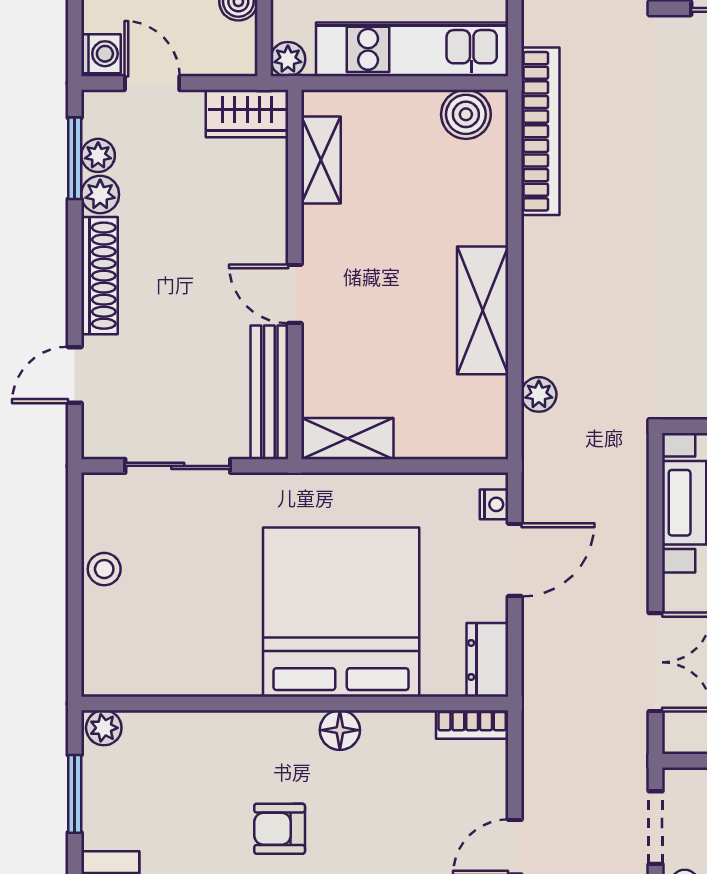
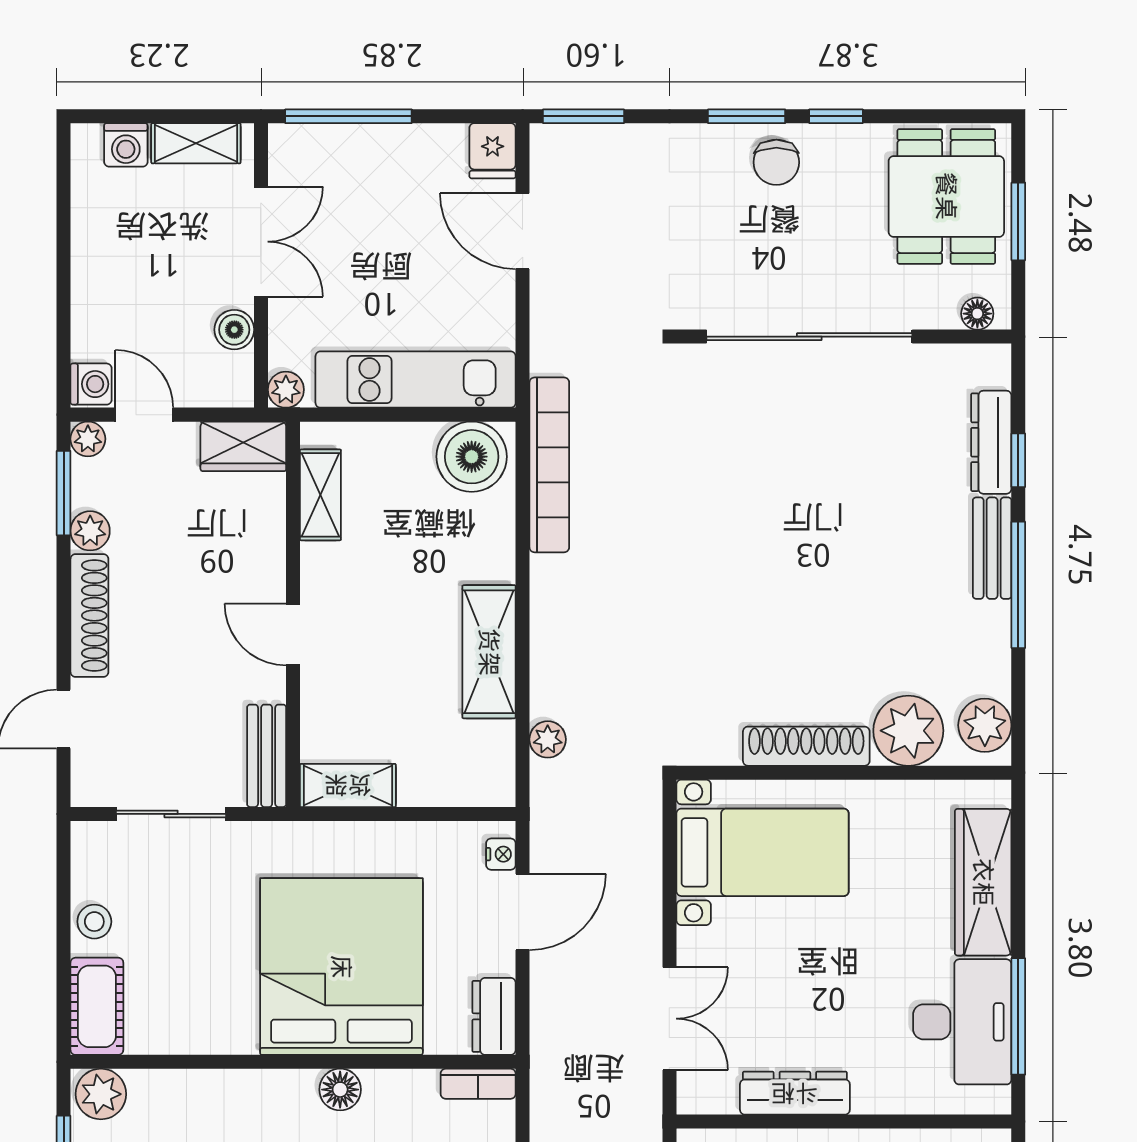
boiler: (466, 114) -> (472, 457), width x1.37, depth x1.37
plant: (98, 155) -> (88, 439), moved
bench: (269, 392) -> (267, 756), width x0.73
cot: (107, 650) -> (97, 1006), added
plant: (104, 728) -> (101, 1094), width x1.38, depth x1.38

